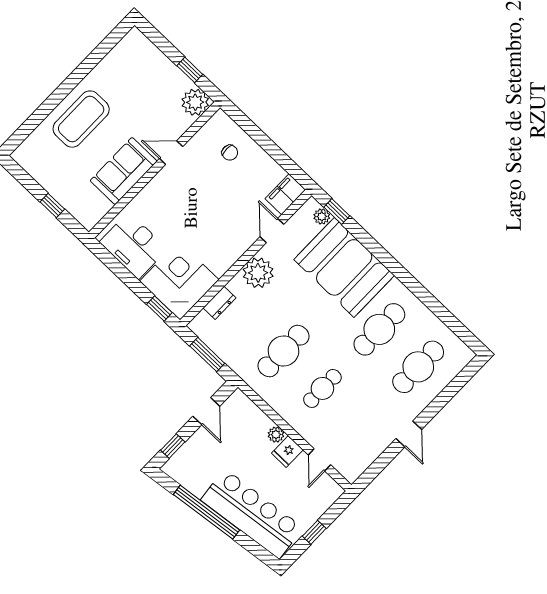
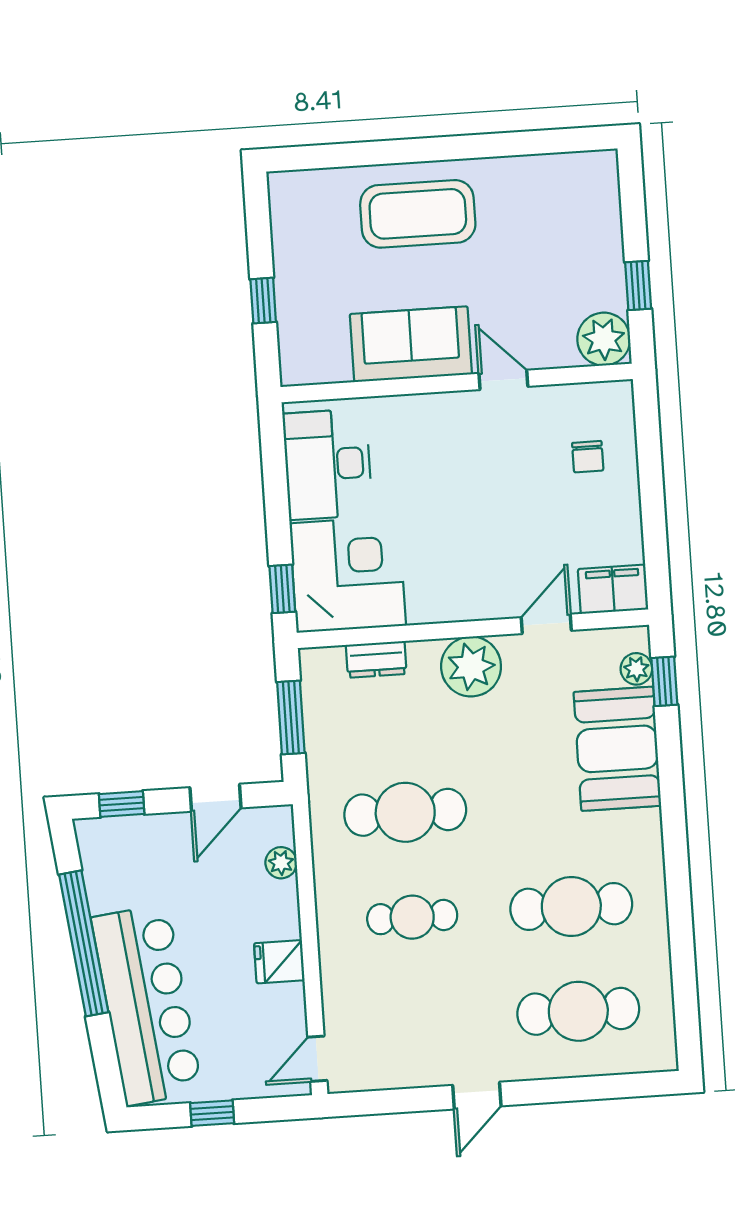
booth: (344, 267) -> (617, 749), width x0.73, depth x0.70
plant: (276, 435) -> (281, 863), moved
door: (319, 460) -> (317, 1059), moved

